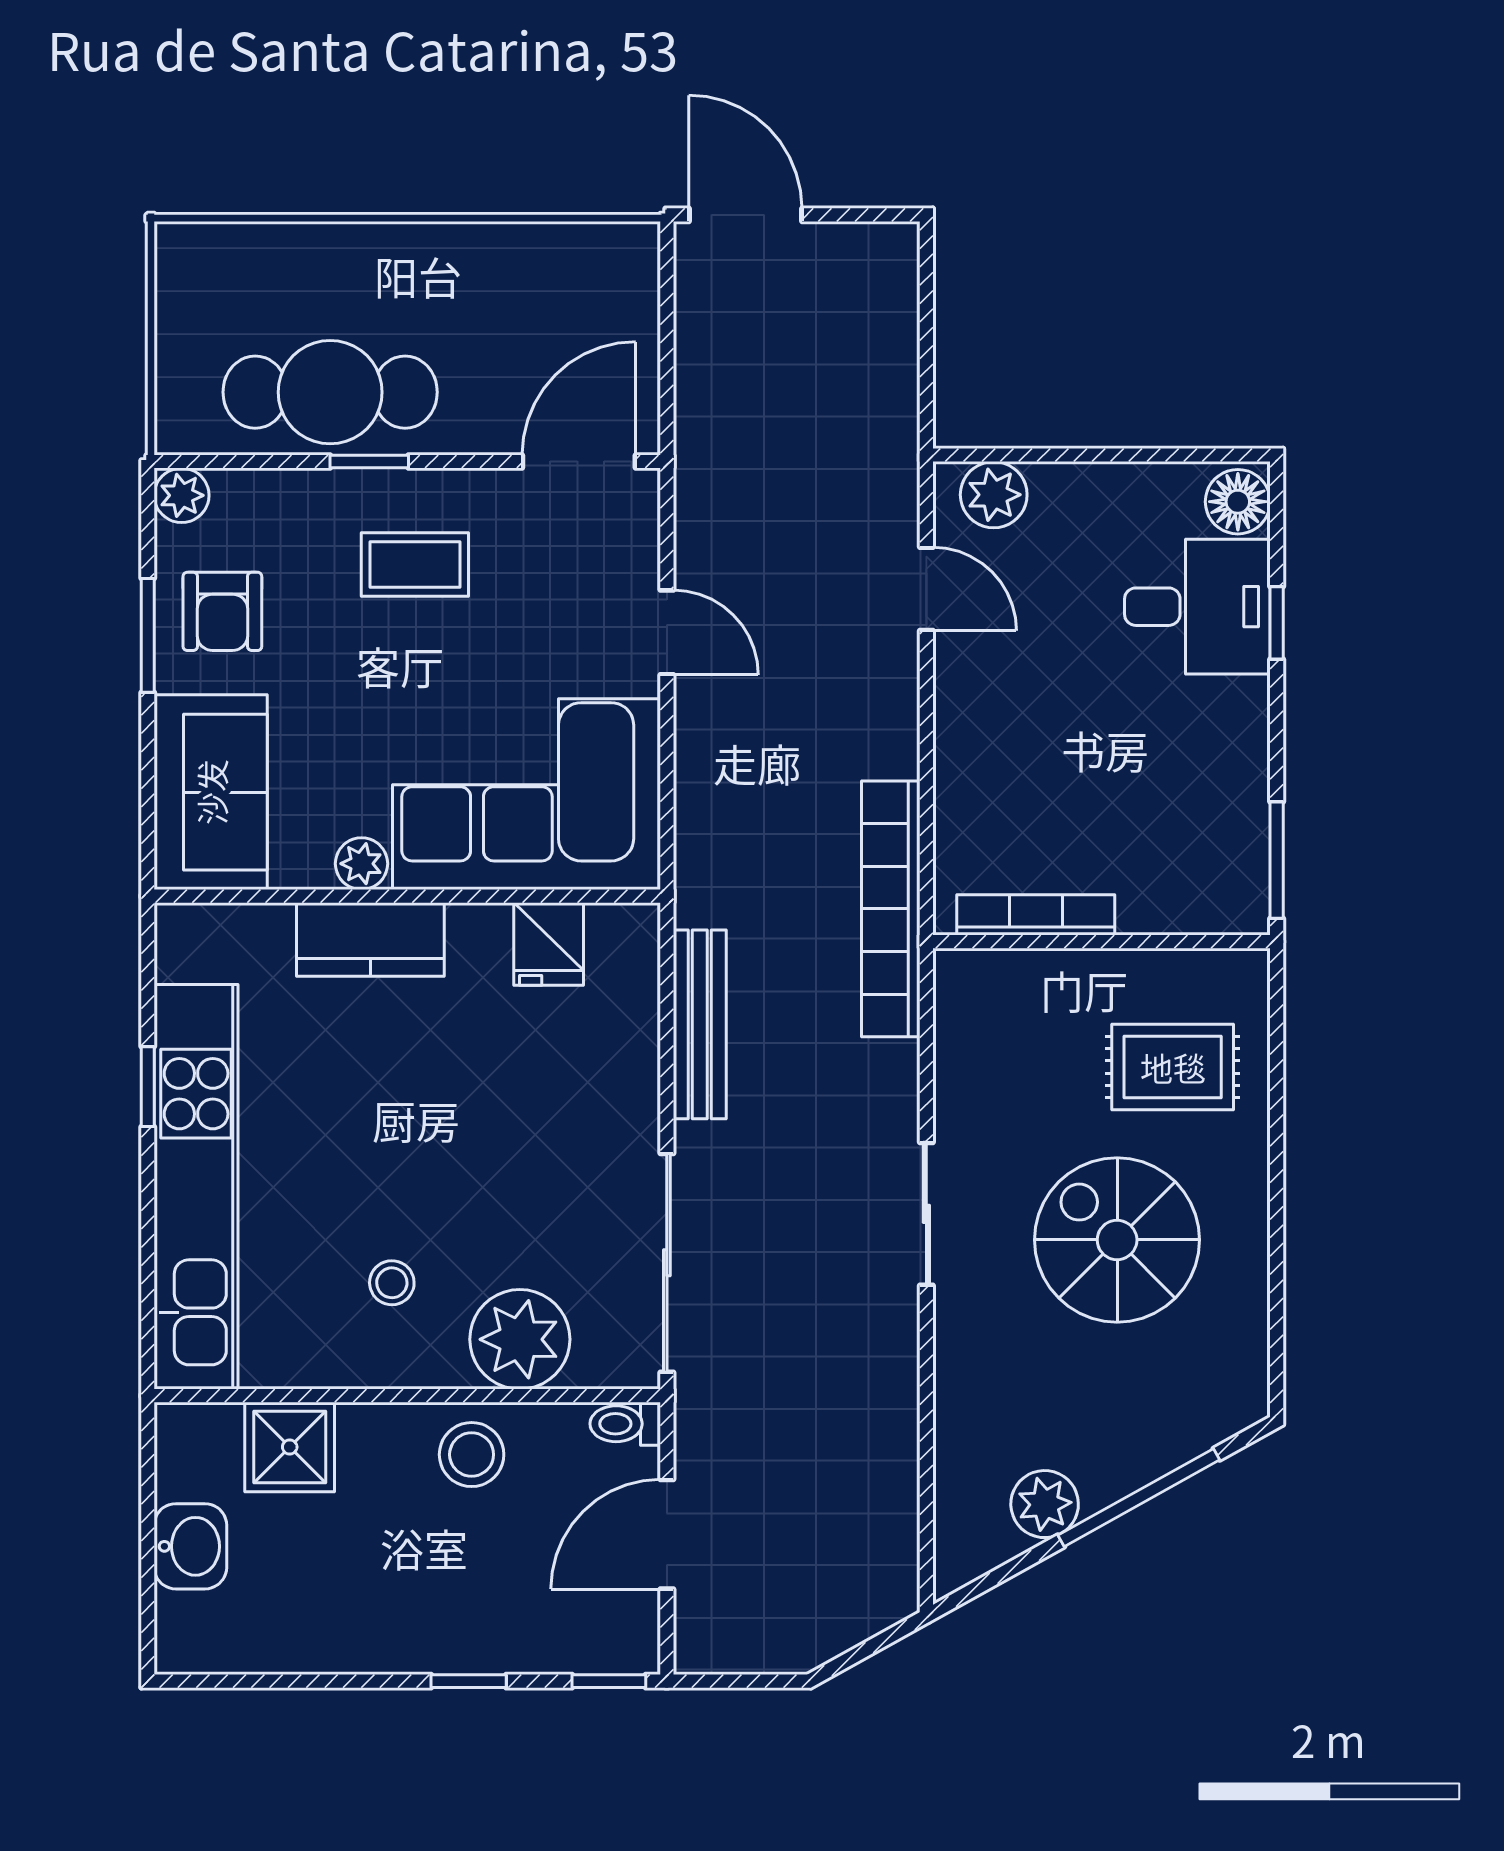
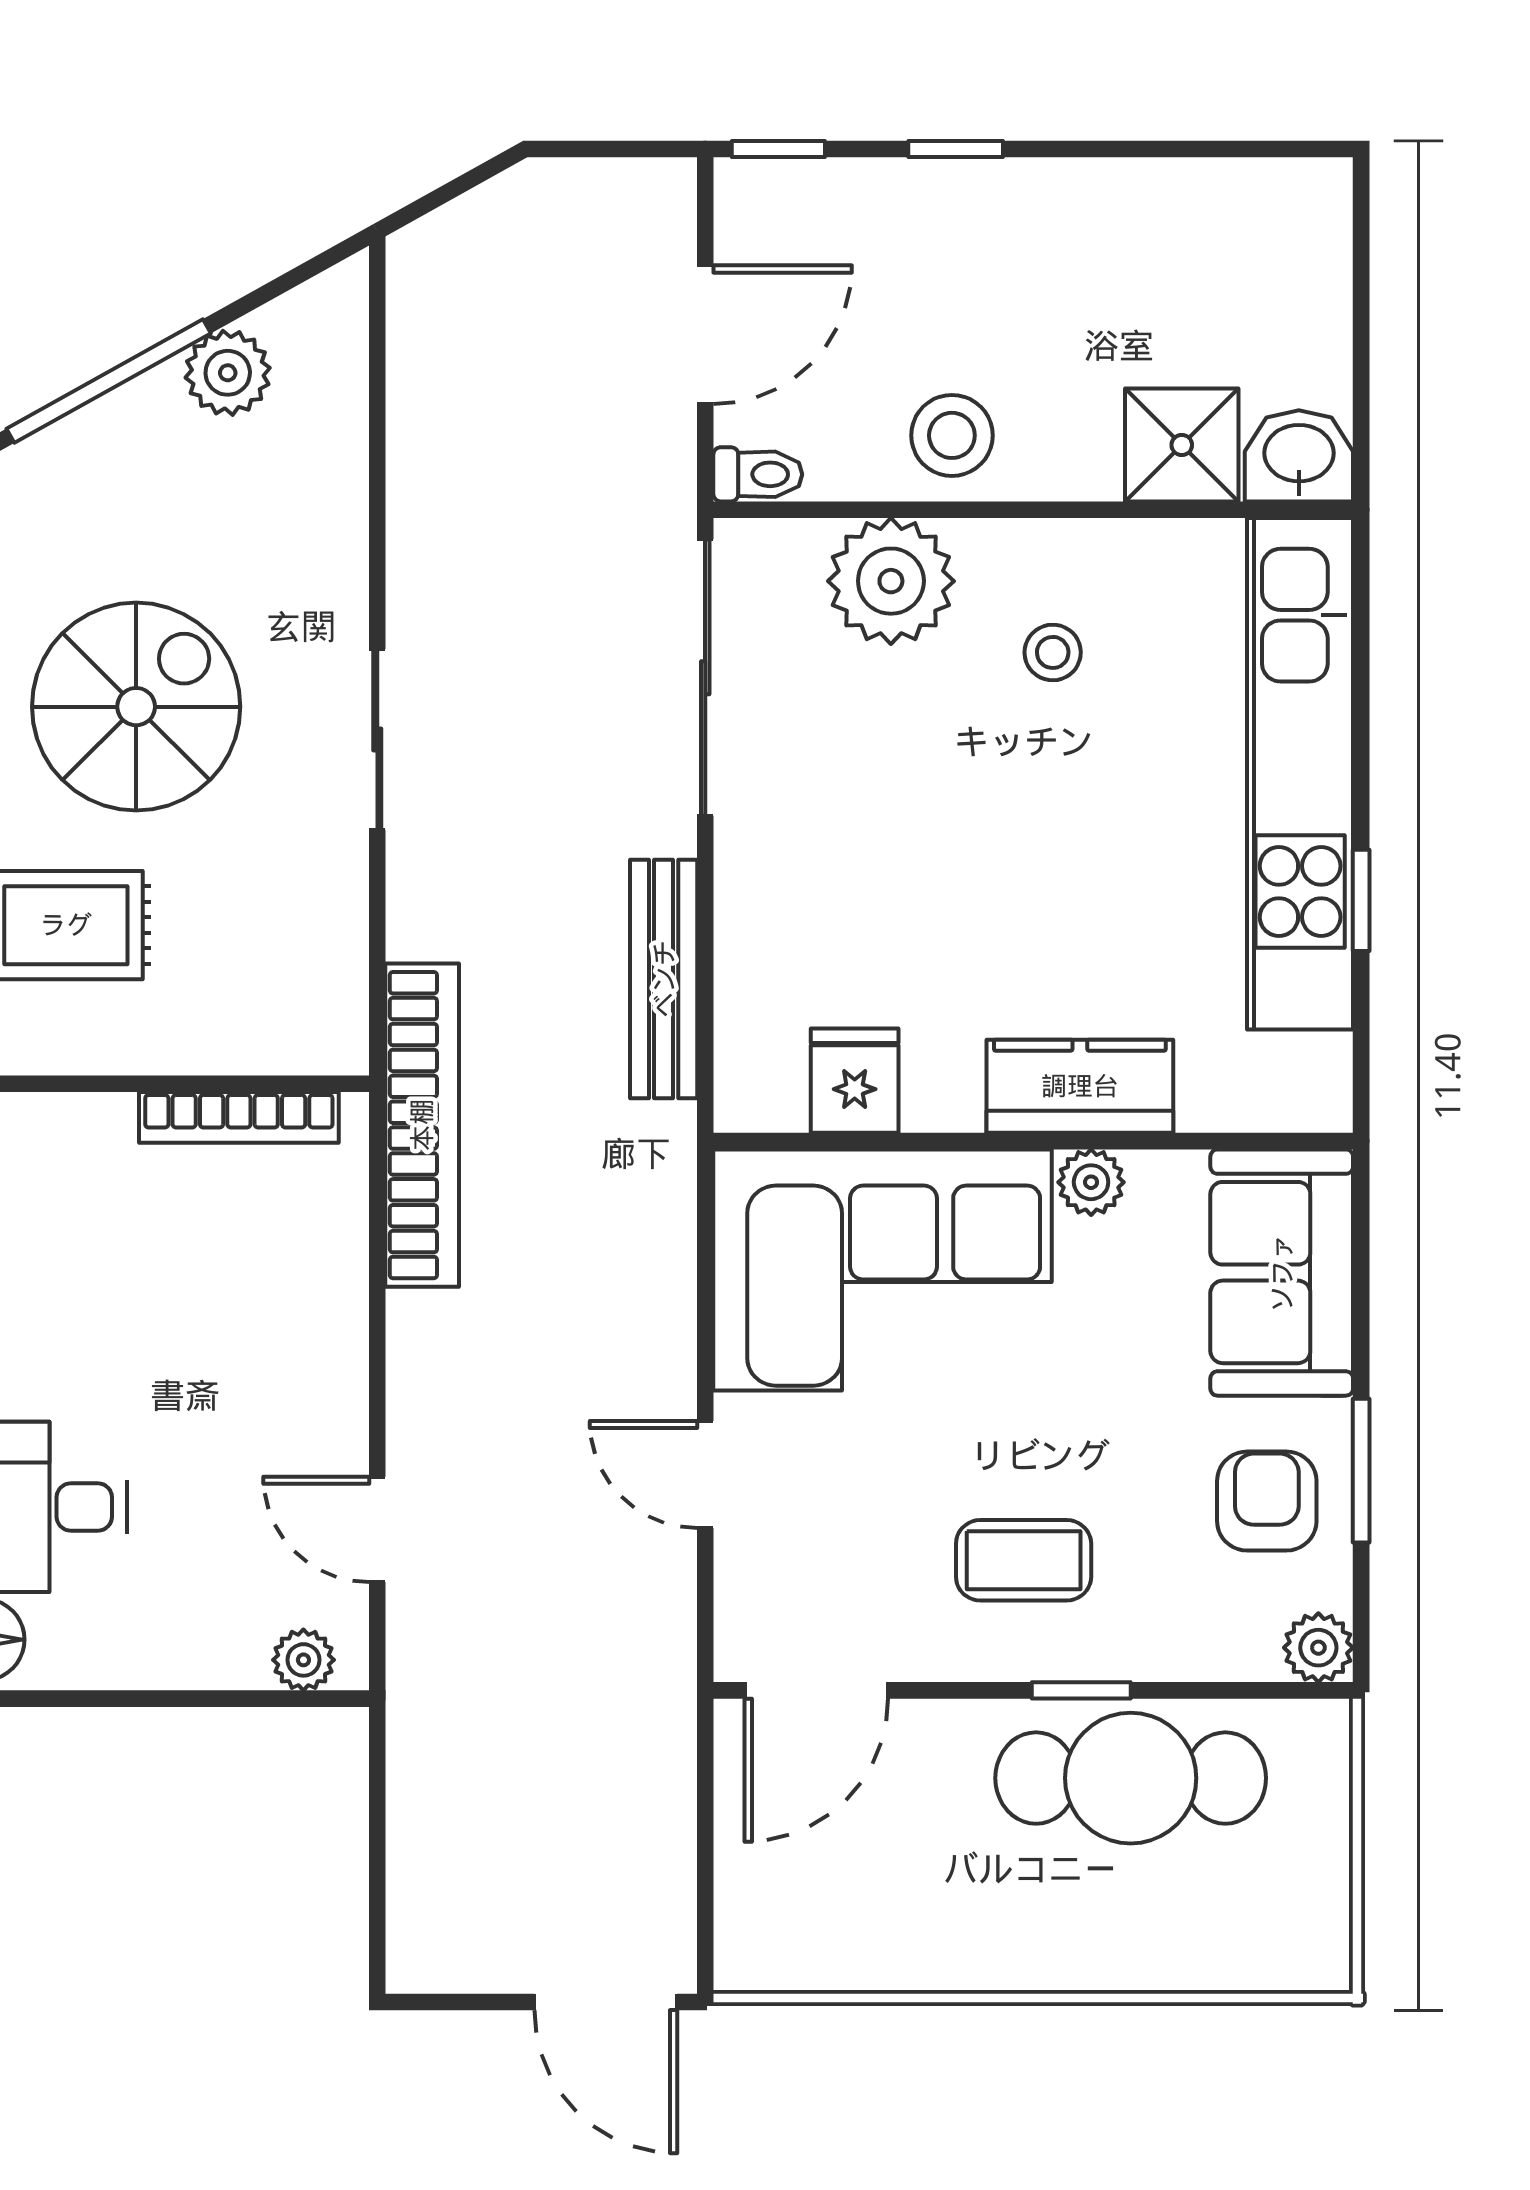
plant: (994, 495) -> (303, 1660), width x0.73, depth x0.73
spiral stairs: (1117, 1240) -> (136, 707), turned -90
washbasin: (190, 1546) -> (1299, 456), moved, turned 90

